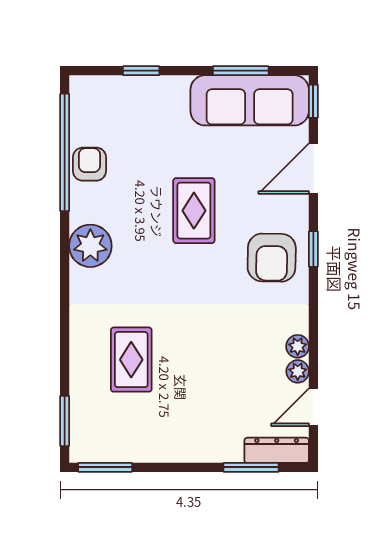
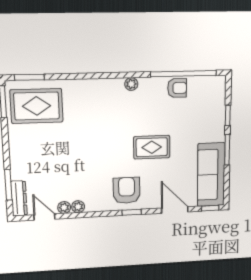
window: (241, 71) -> (227, 150), moved
plant: (90, 246) -> (131, 84), width x0.53, depth x0.53
armchair: (272, 258) -> (127, 190), turned 89
rug: (131, 360) -> (37, 106), moved, width x1.36, depth x1.43

